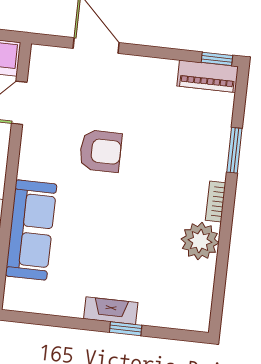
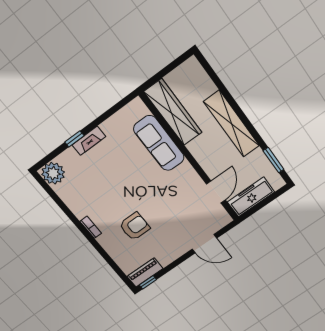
window: (234, 150) -> (104, 254), removed
armchair: (101, 151) -> (135, 226), moved, turned 180
plant: (200, 241) -> (53, 173), moved

